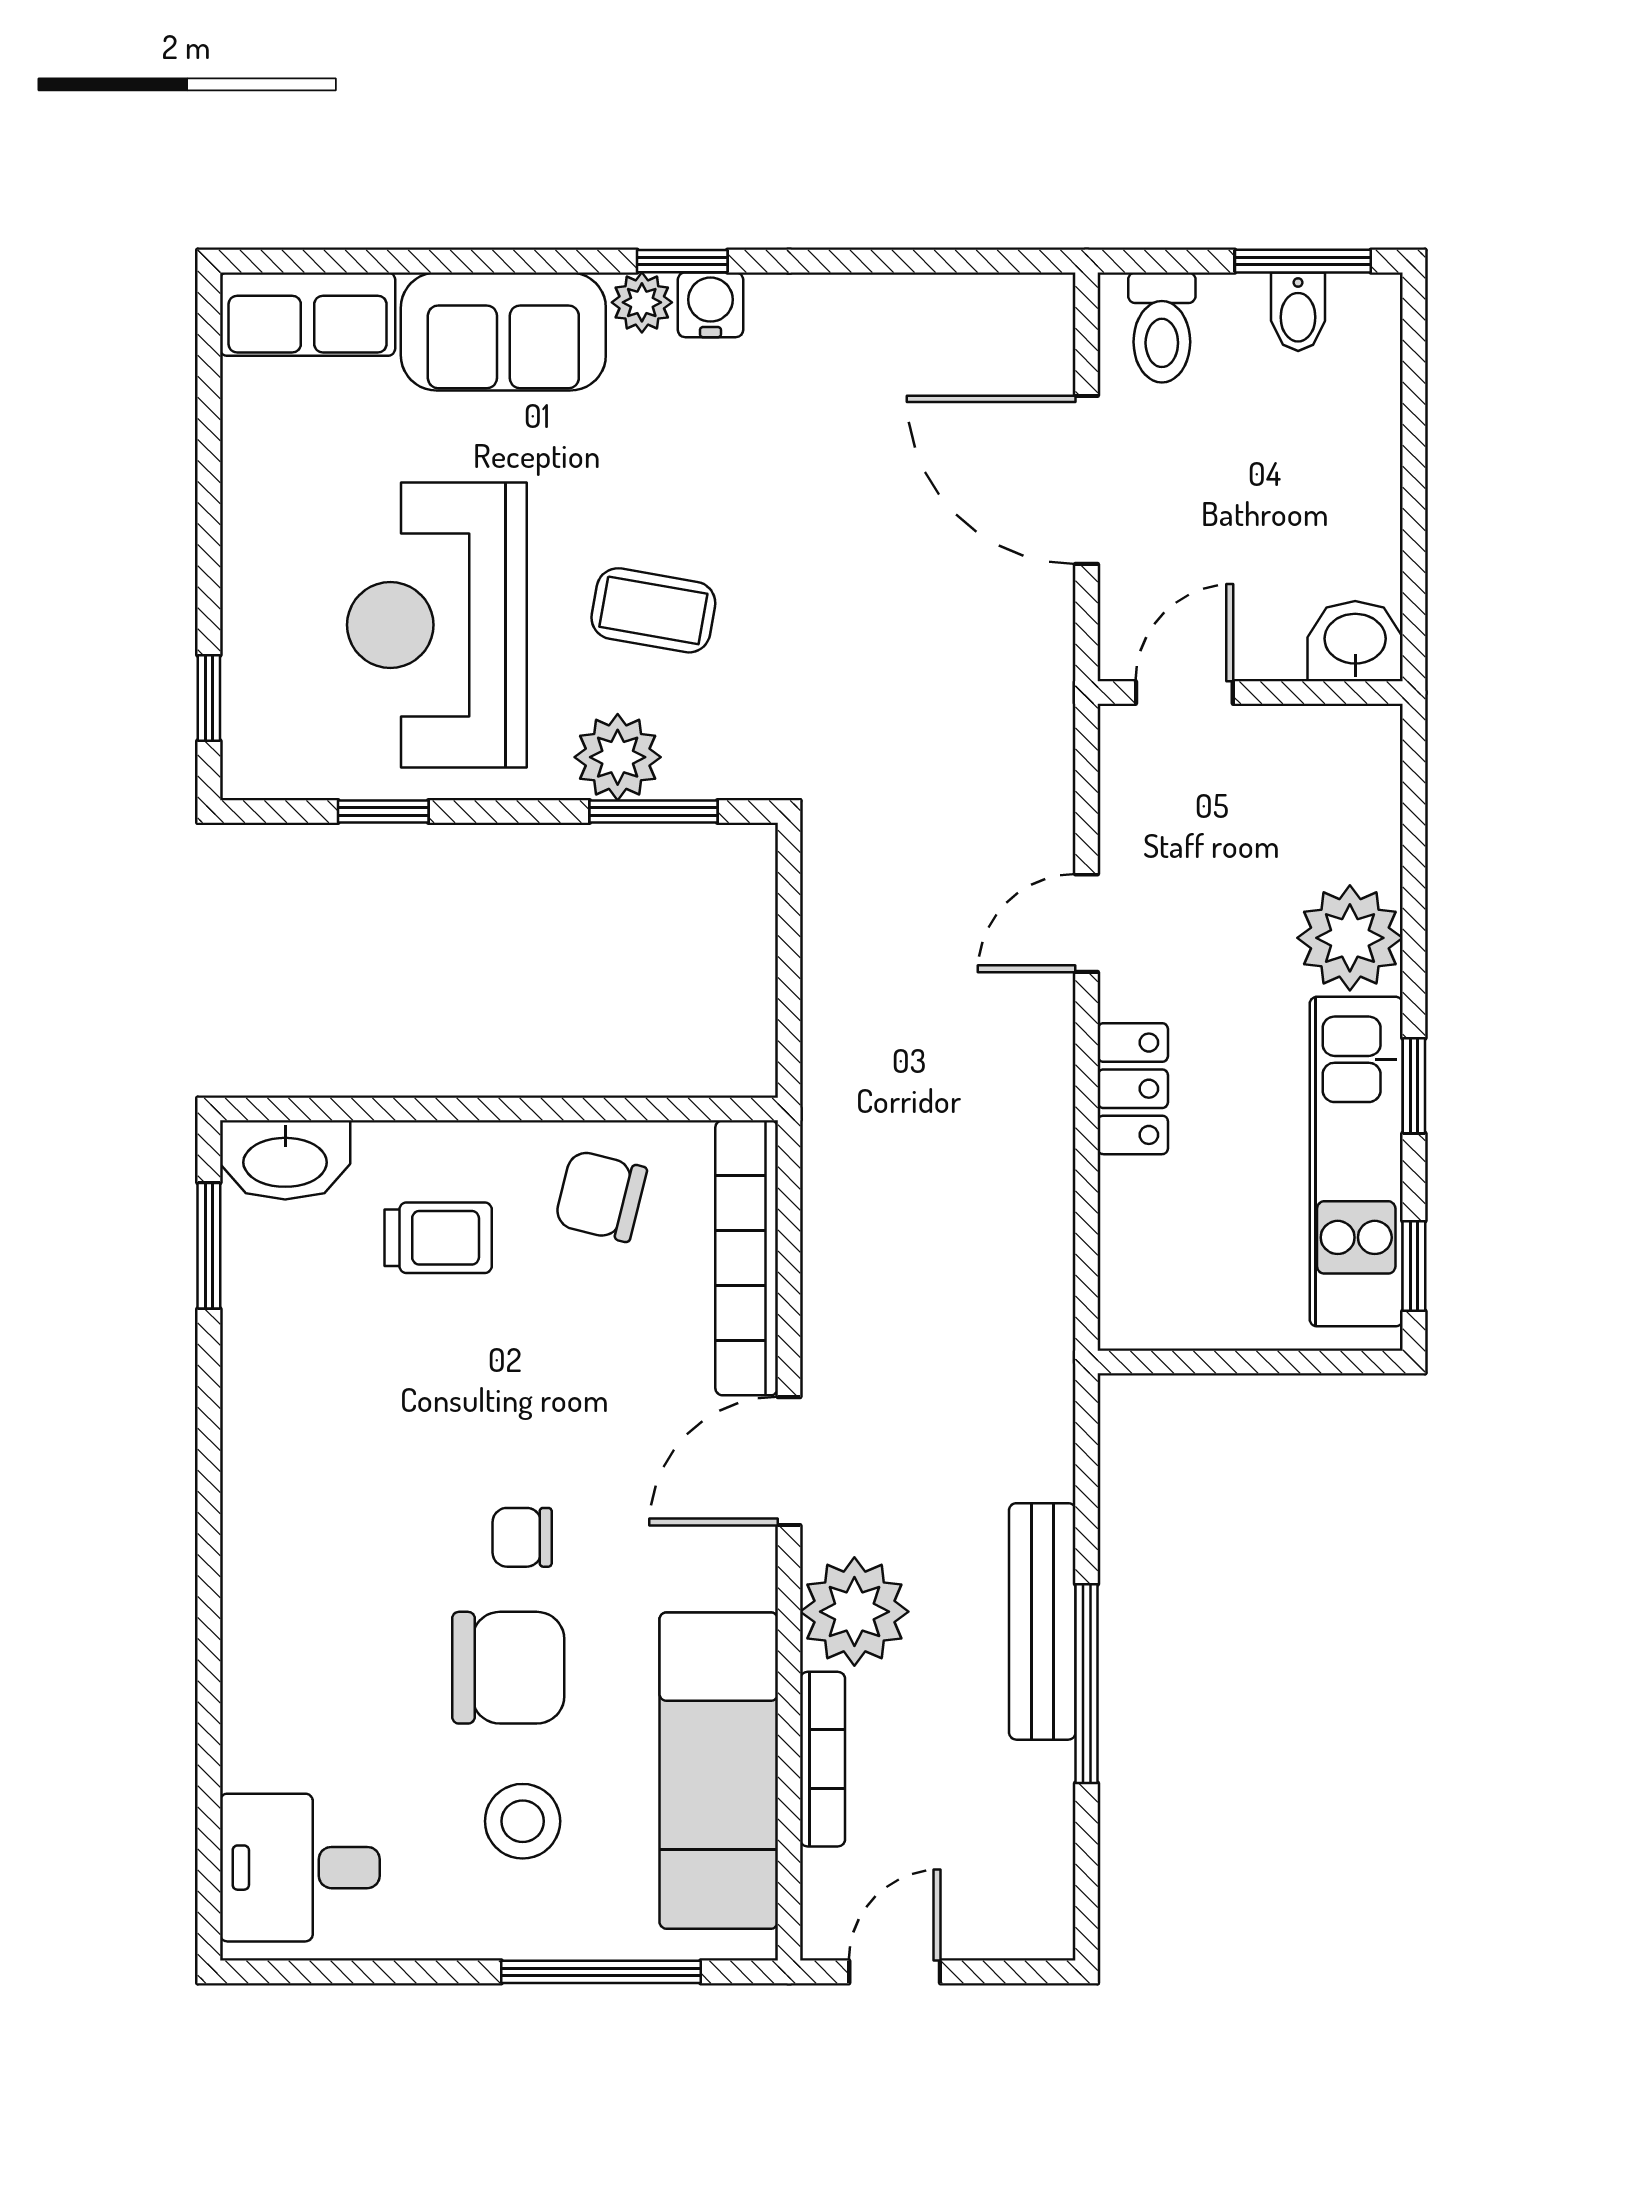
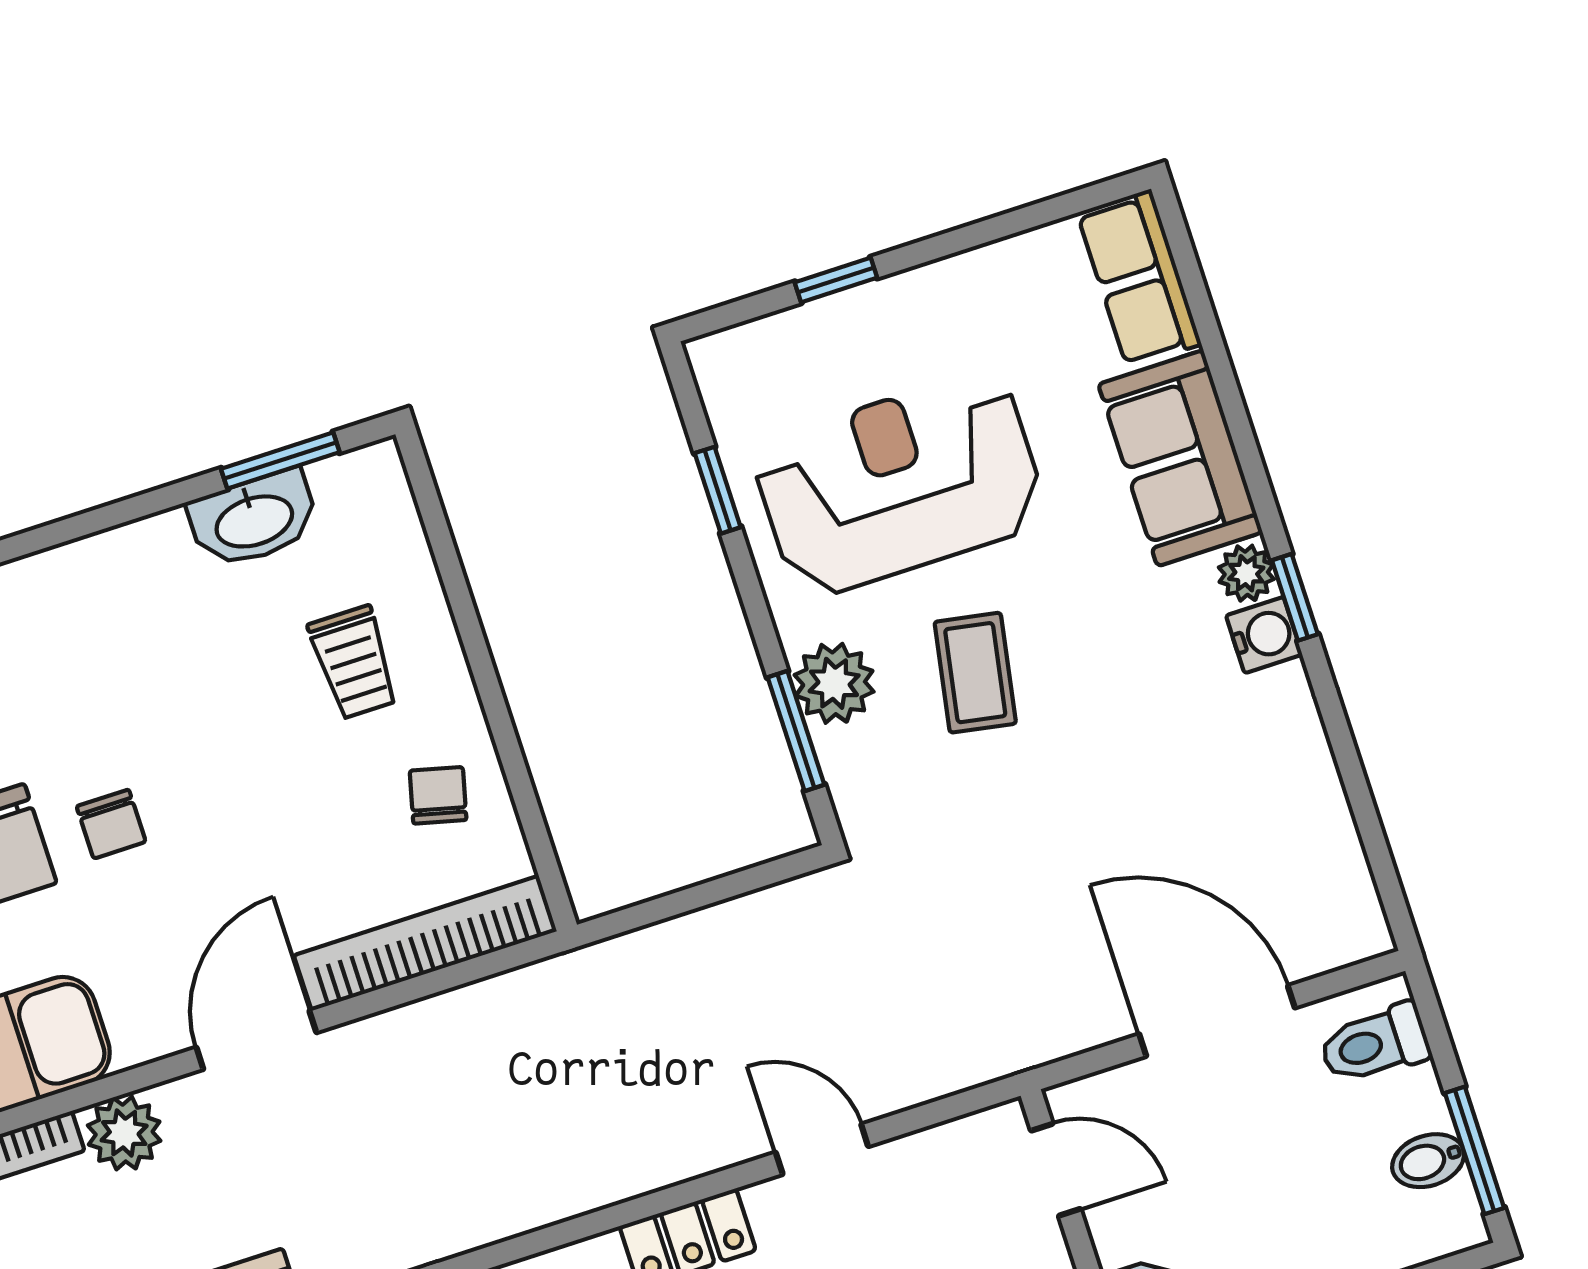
door: (1087, 480) -> (1217, 1021), hinge flipped
window: (209, 698) -> (836, 280), moved
washbasin: (285, 1160) -> (254, 519), moved, turned -90
chair: (601, 1196) -> (438, 795), width x0.73, depth x0.73
door: (789, 1461) -> (256, 1040), hinge flipped
chair: (522, 1537) -> (111, 824), turned 180
plant: (854, 1612) -> (124, 1133), width x0.73, depth x0.73

